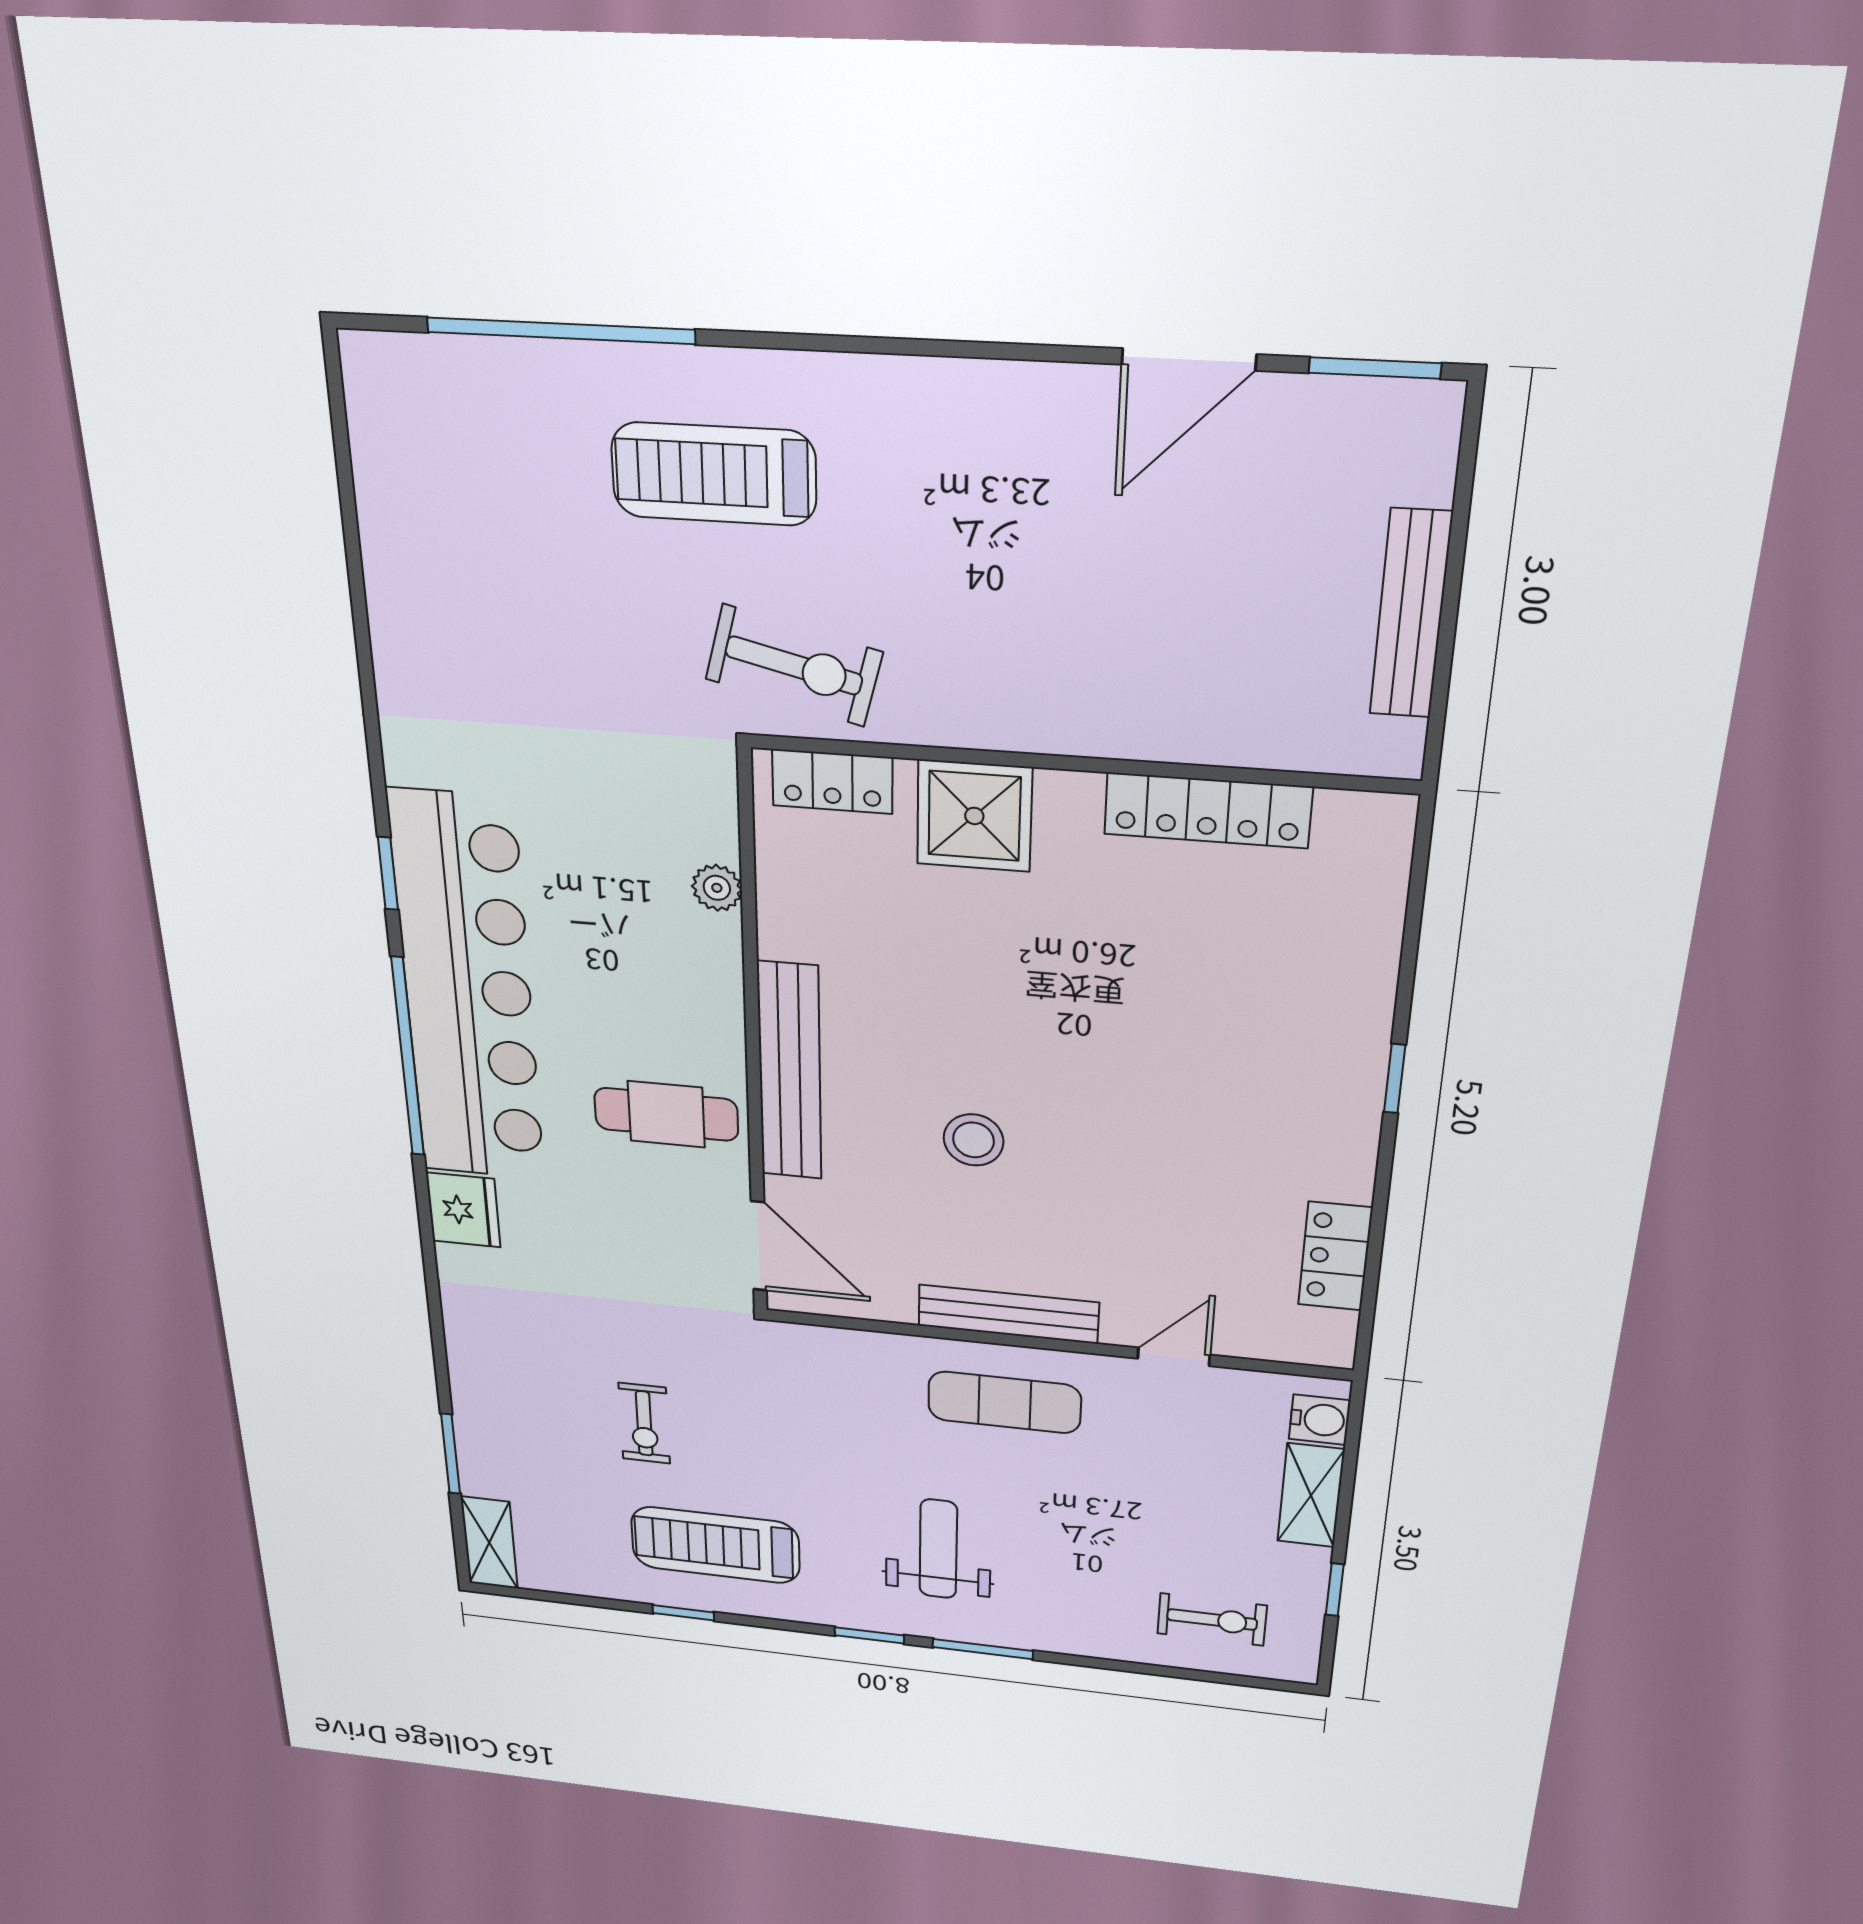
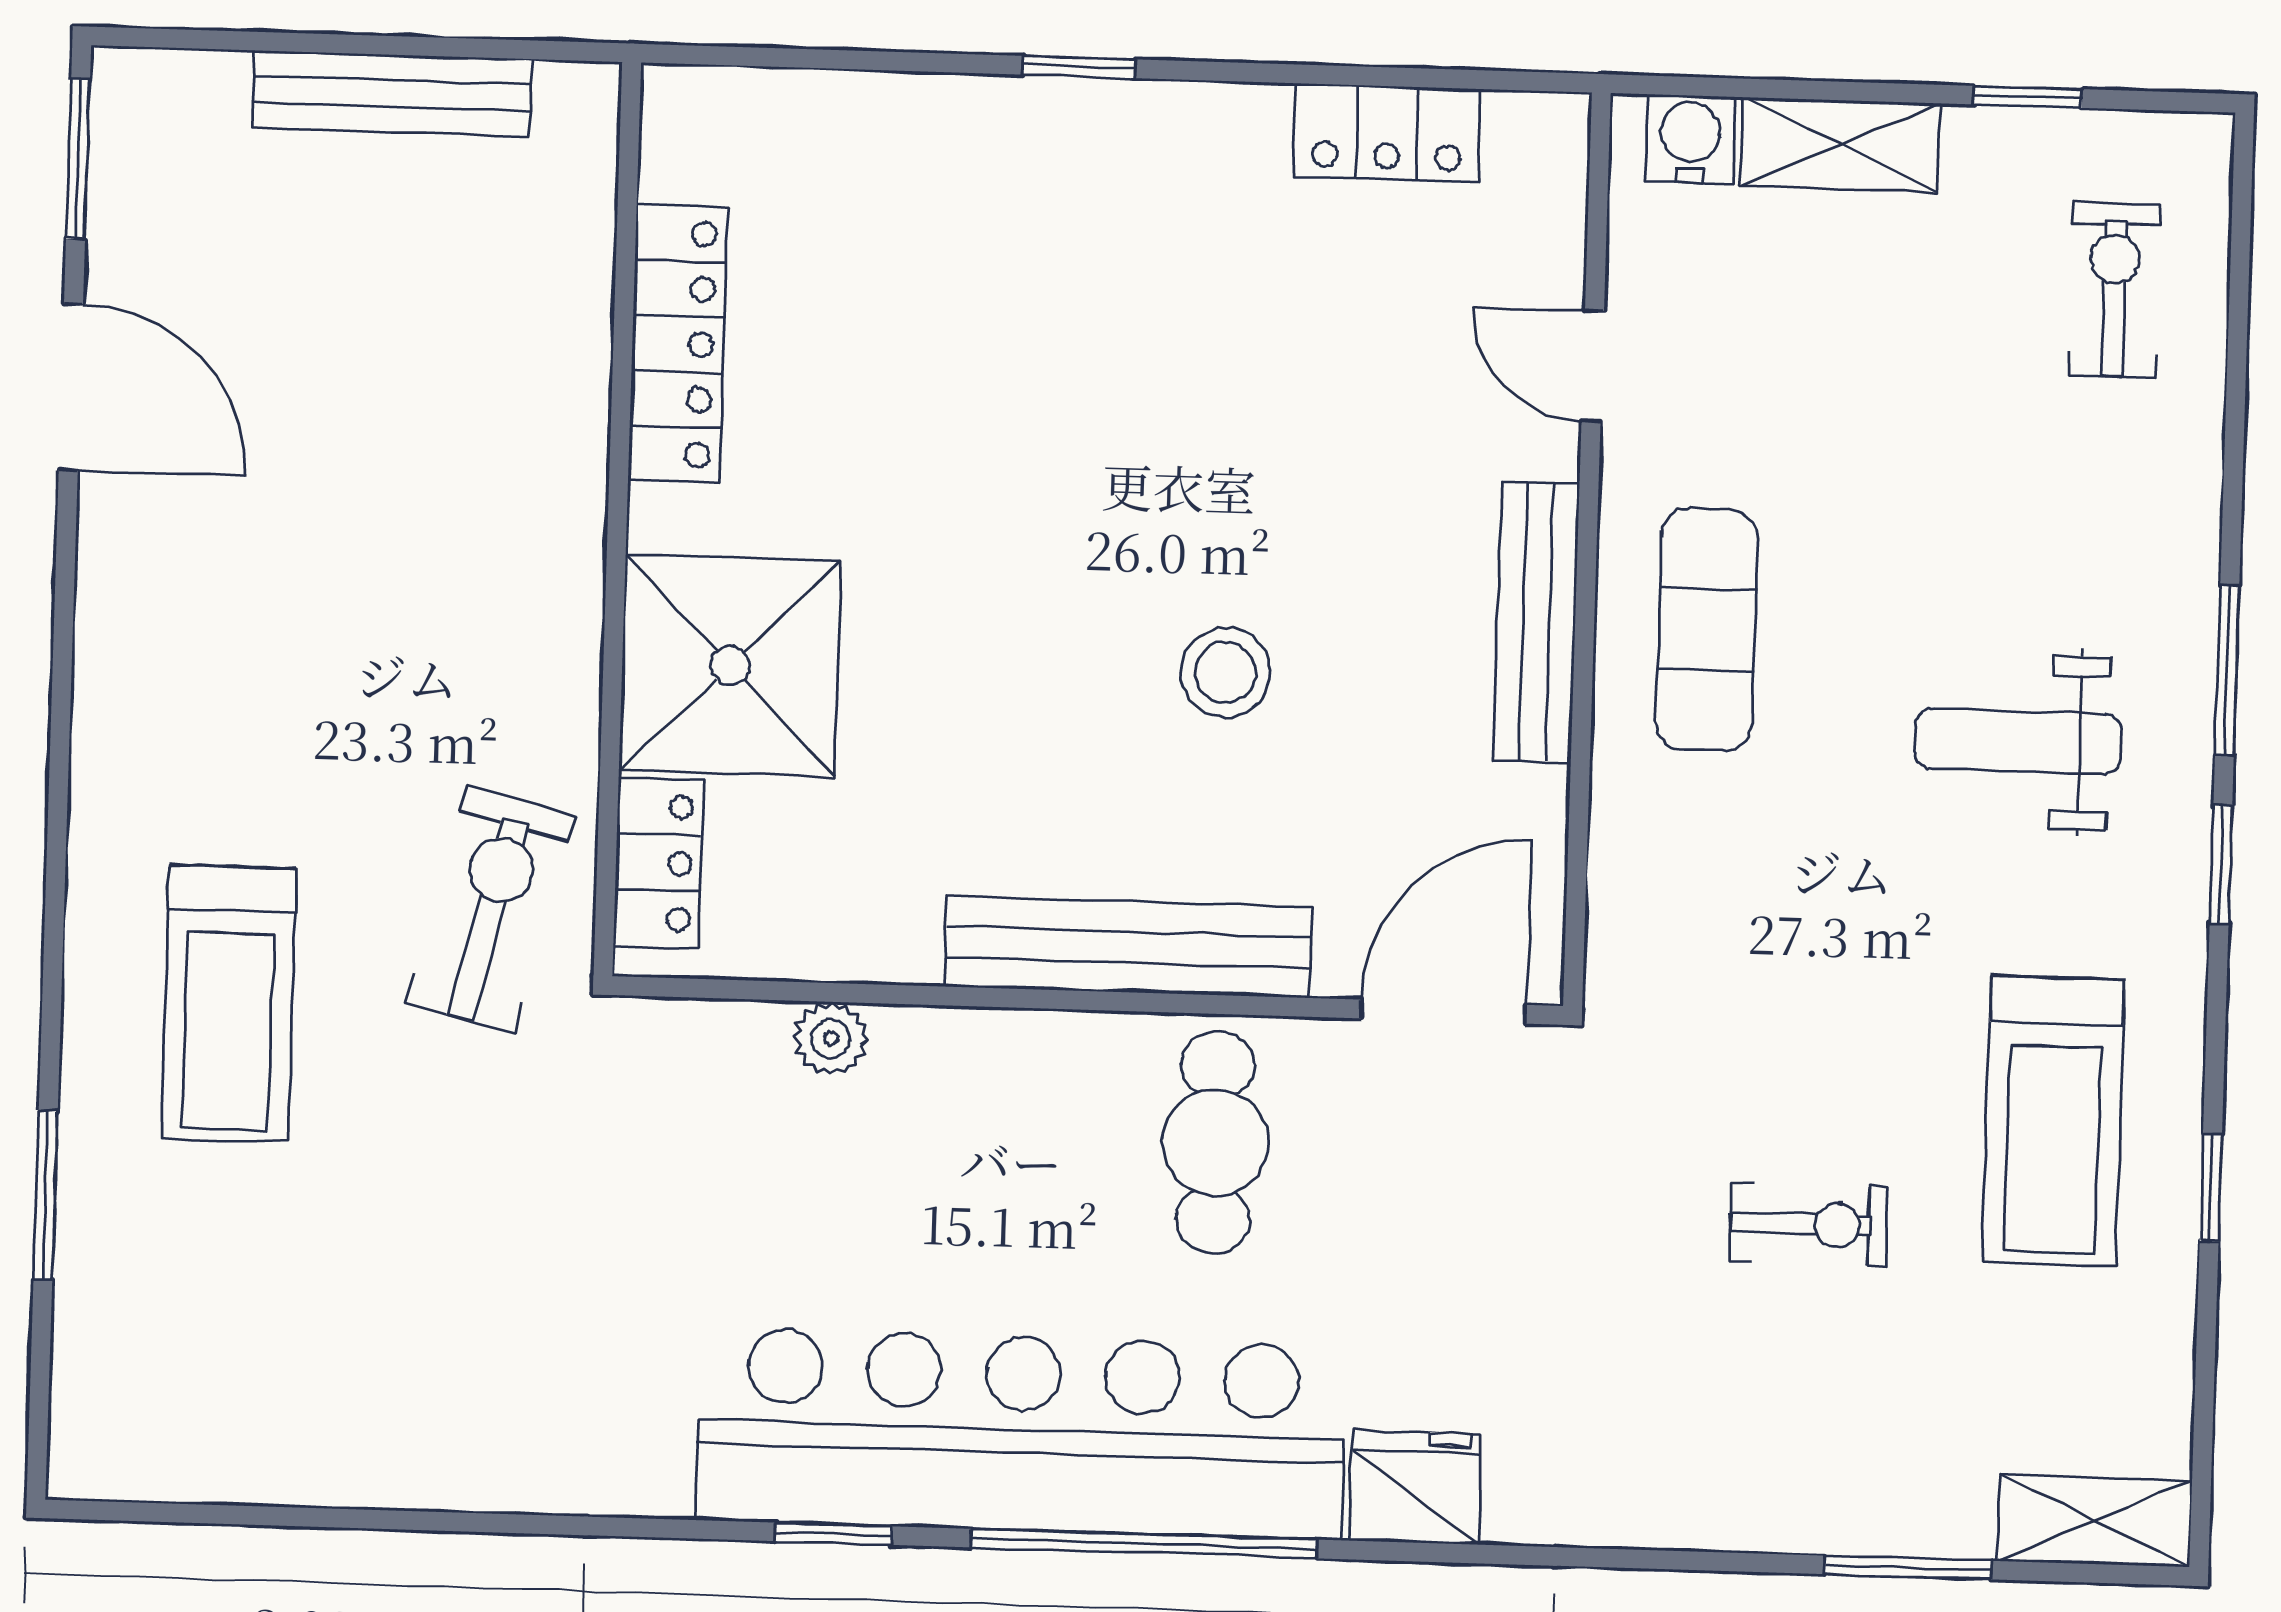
window: (560, 331) -> (46, 1195), width x0.47
shower: (974, 816) -> (730, 665), width x1.37, depth x1.37

